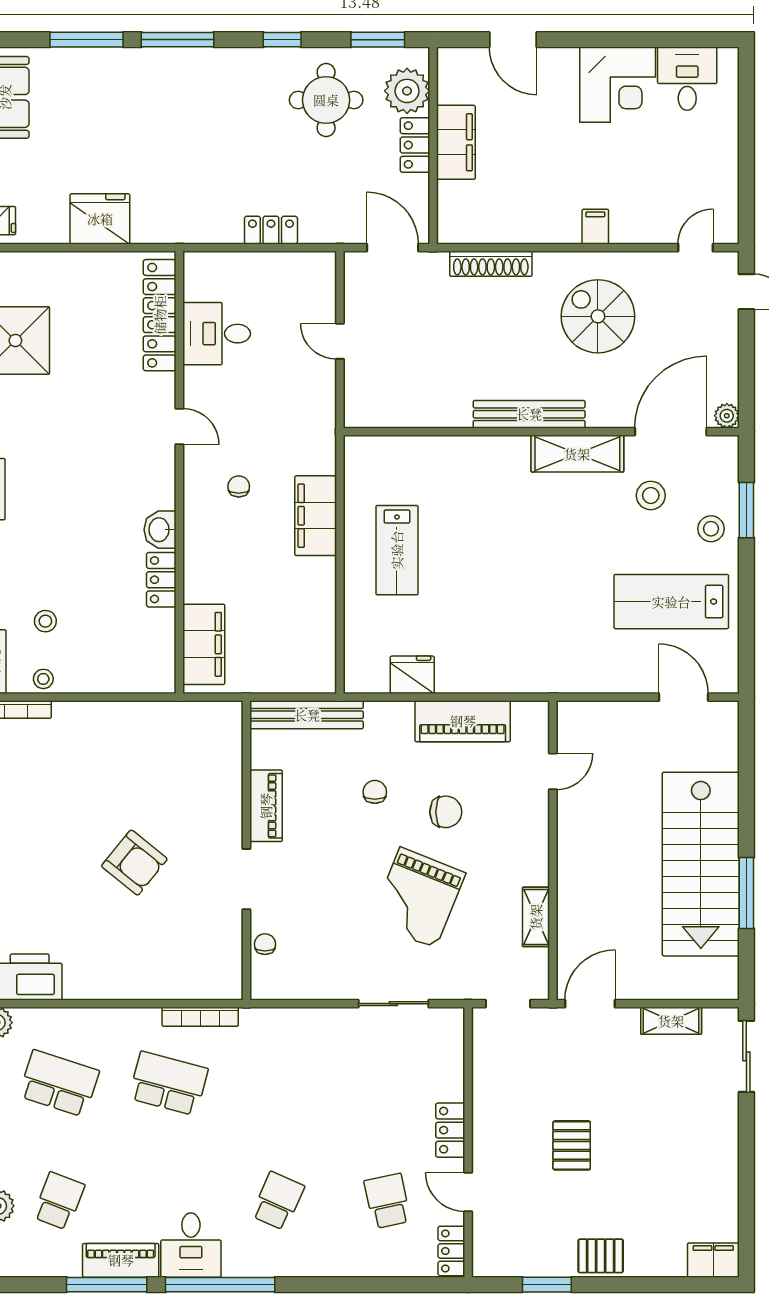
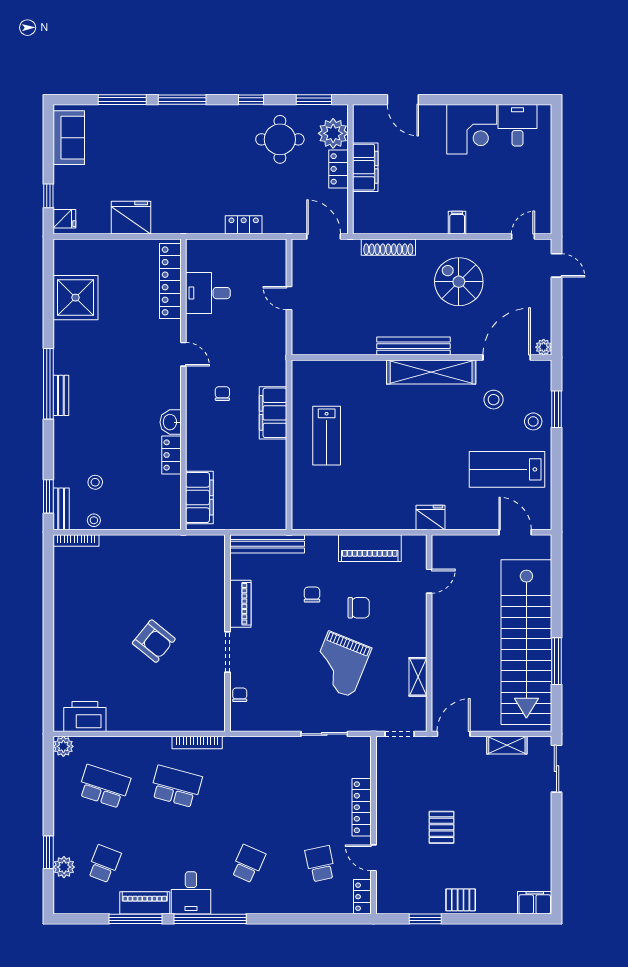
shelving: (577, 454) -> (431, 372), width x1.47
fridge: (412, 675) -> (430, 518), moved
stairs: (701, 864) -> (526, 642), width x1.36
locker: (450, 1130) -> (362, 807), width x1.53

